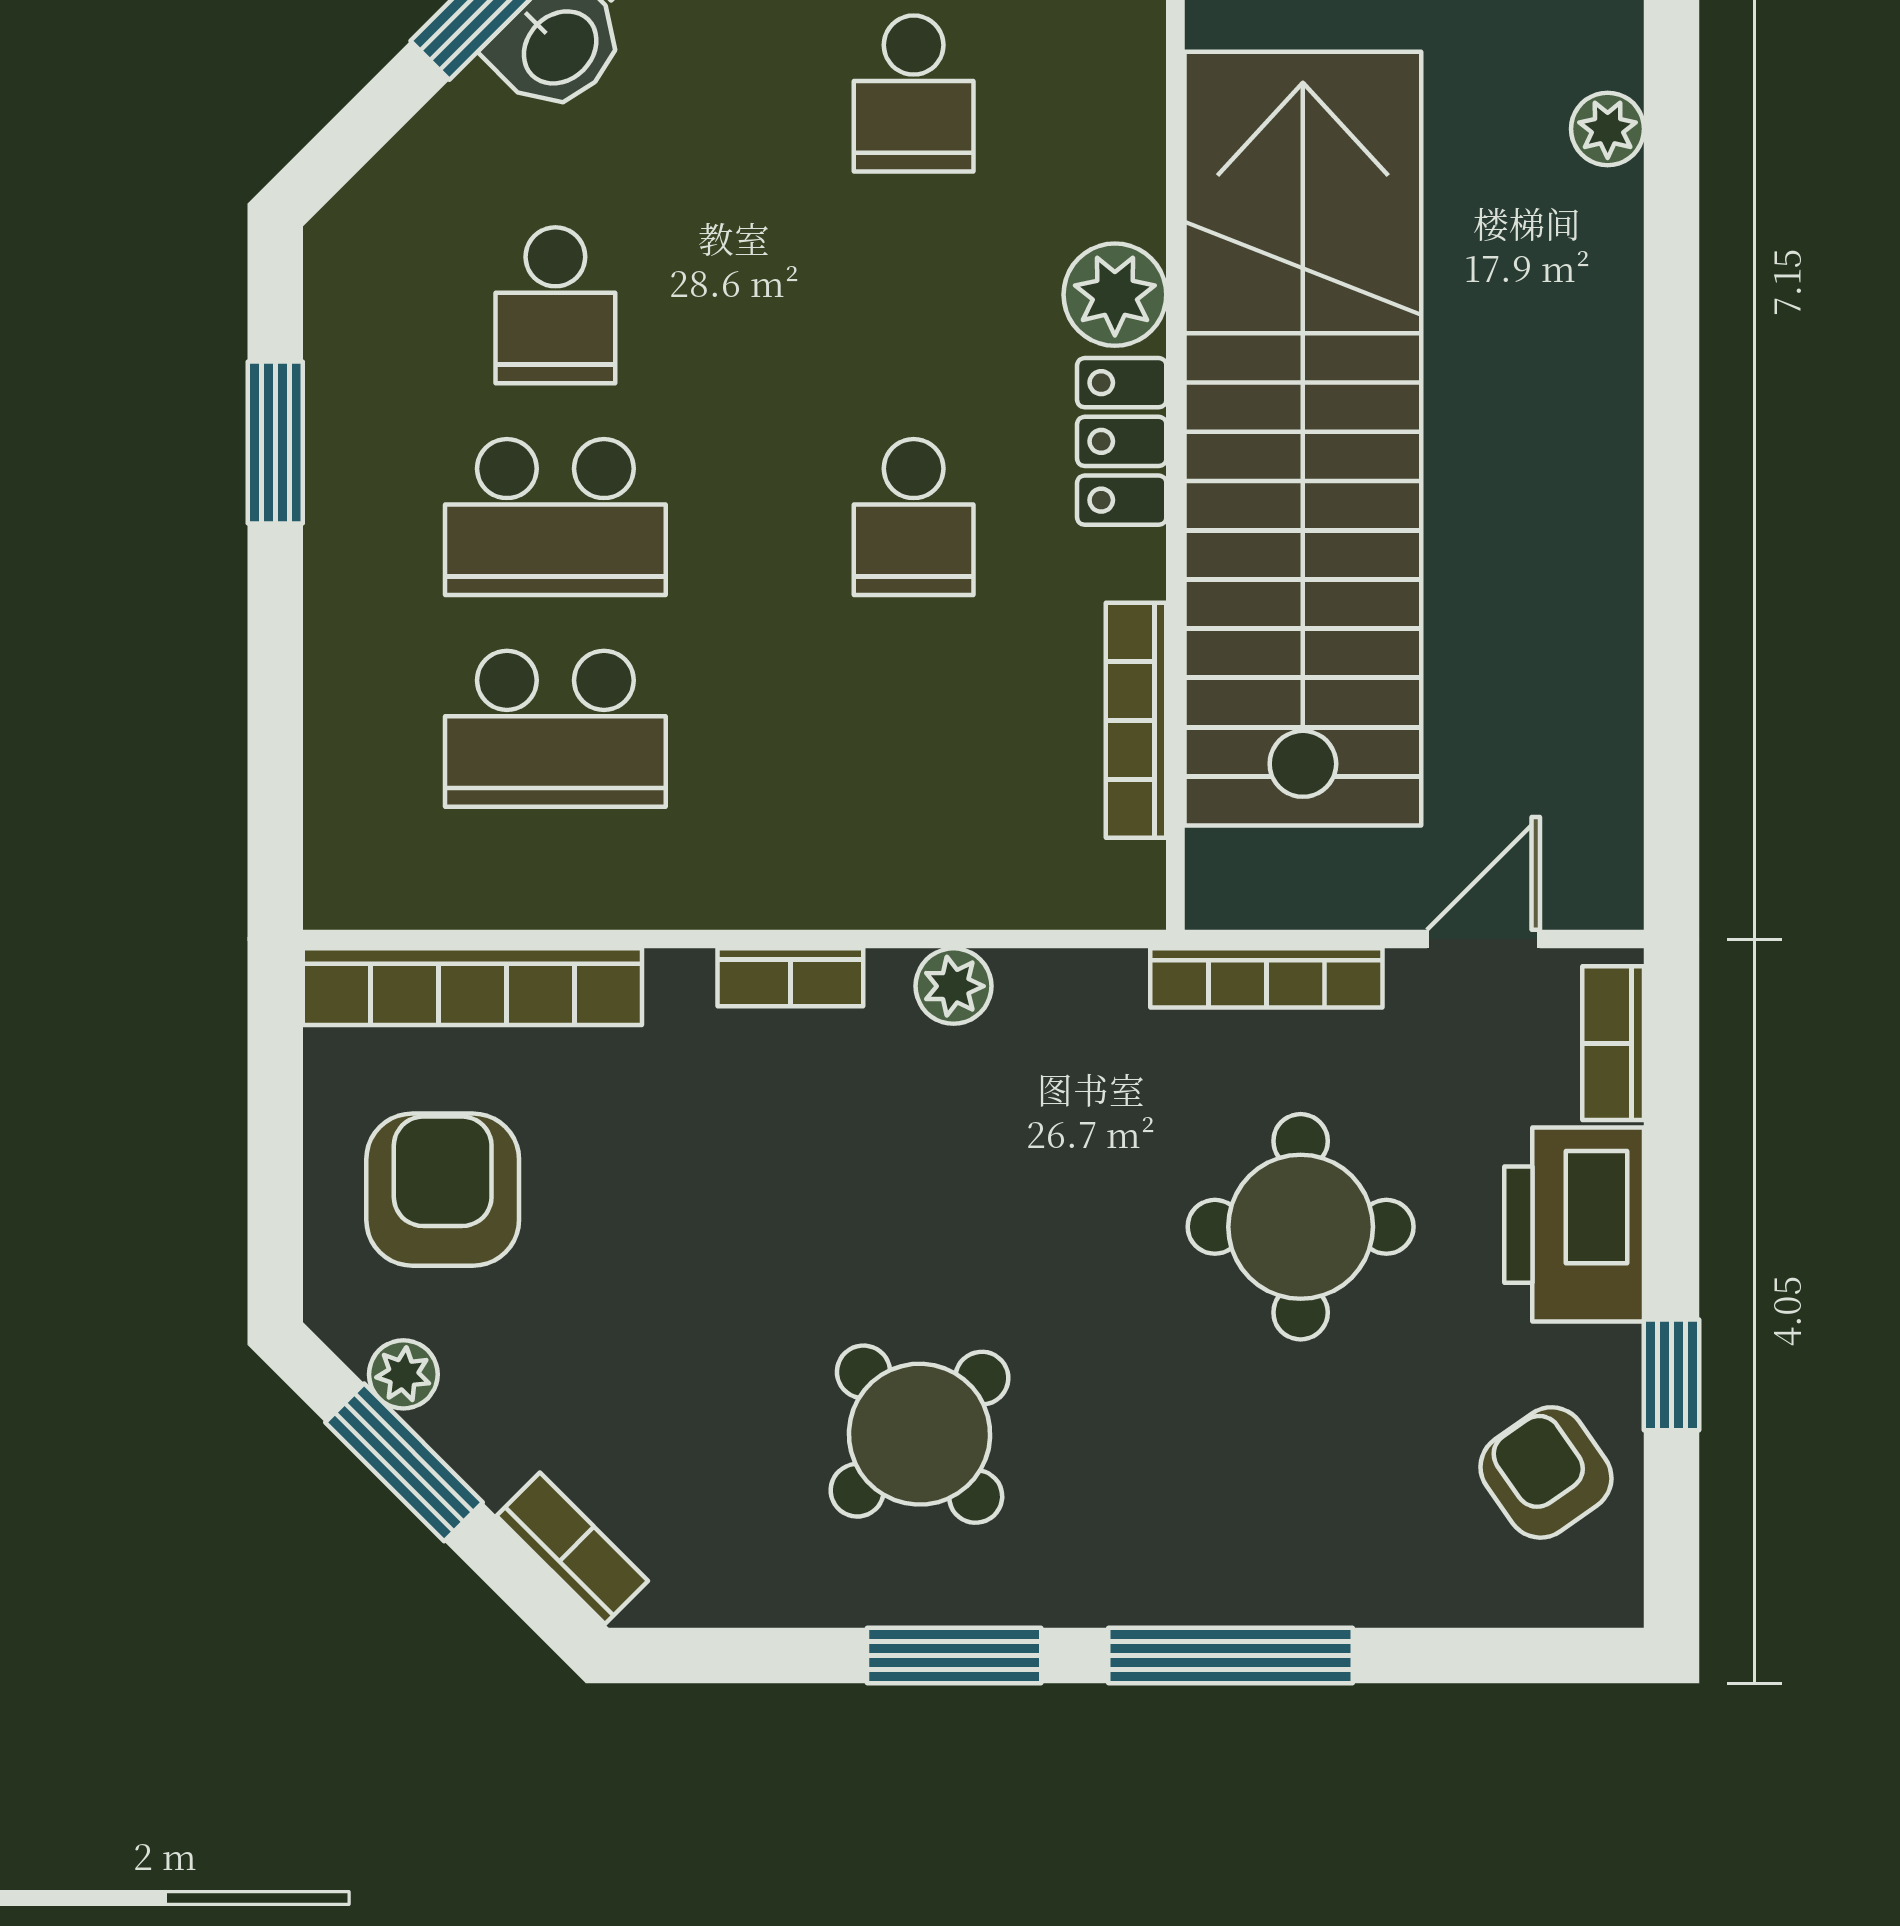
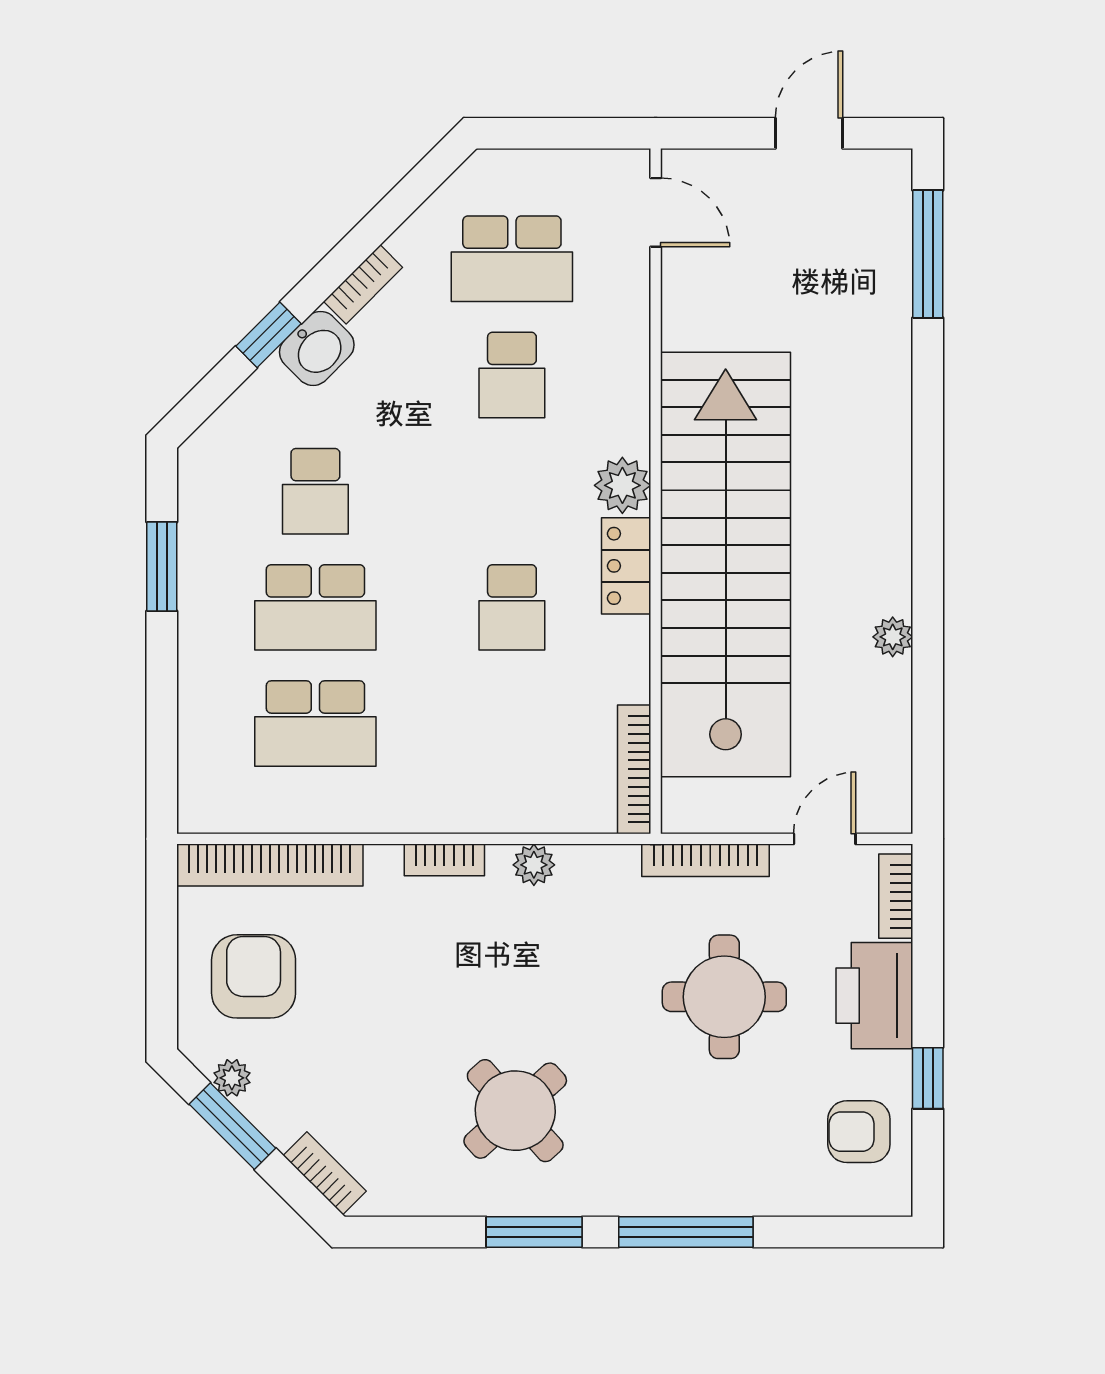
plant: (1608, 129) -> (893, 637), moved
bookcase: (1136, 720) -> (634, 769), moved
armchair: (1546, 1472) -> (859, 1132), turned -55

